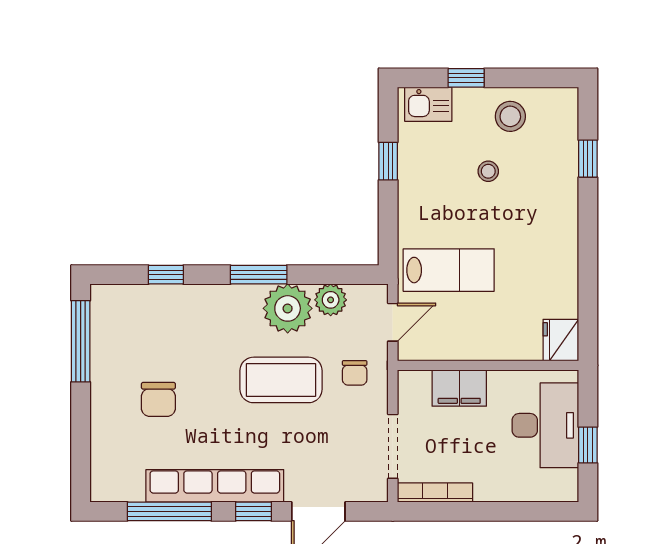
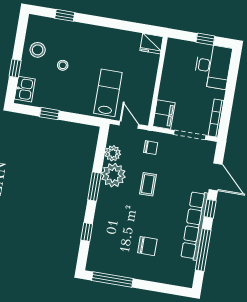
coffee table: (281, 380) -> (148, 184), width x0.54, depth x0.58
filing cabinet: (459, 388) -> (164, 115), moved
desk: (545, 425) -> (213, 66), moved, turned 90

